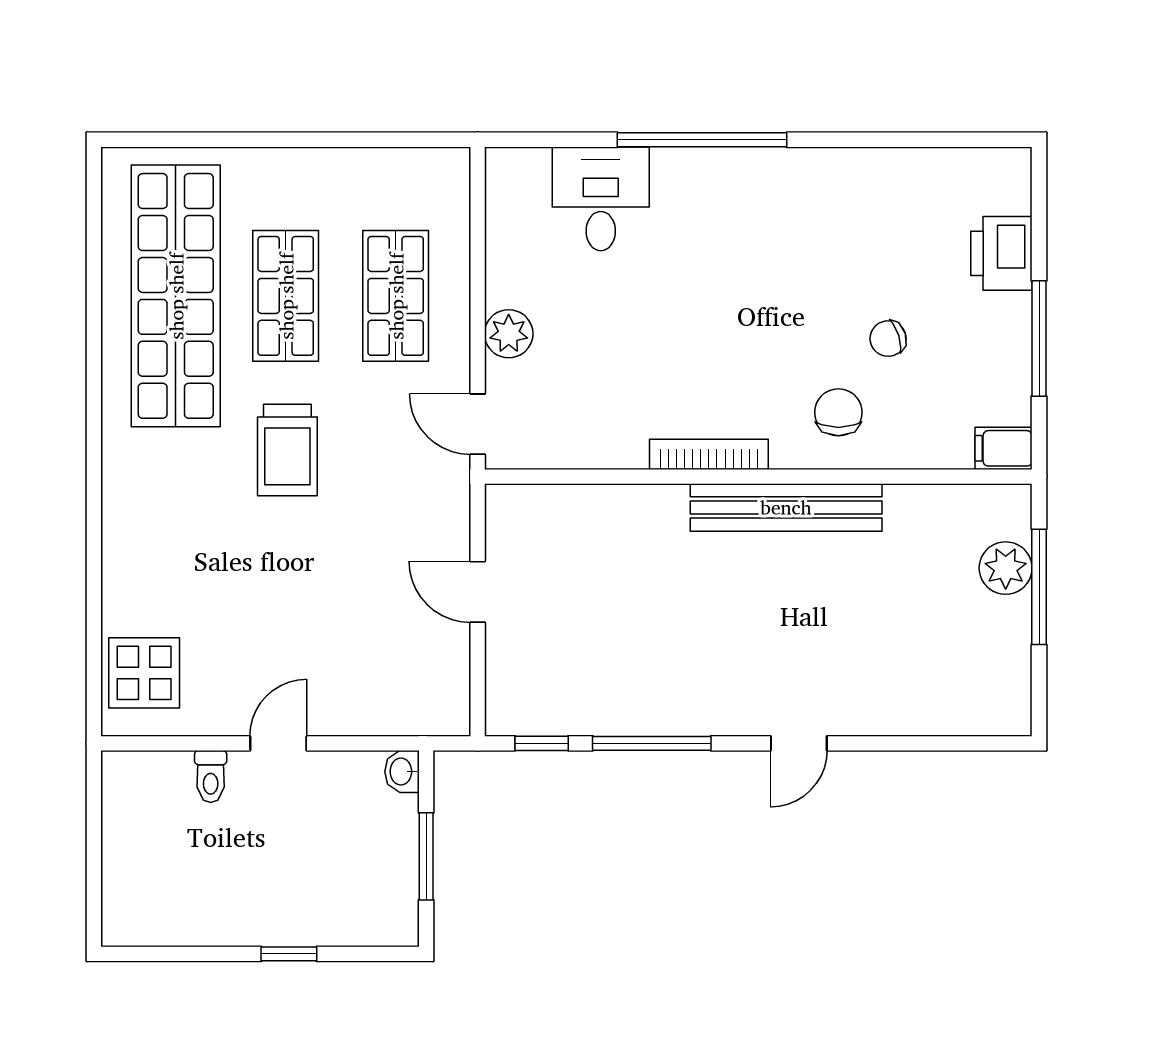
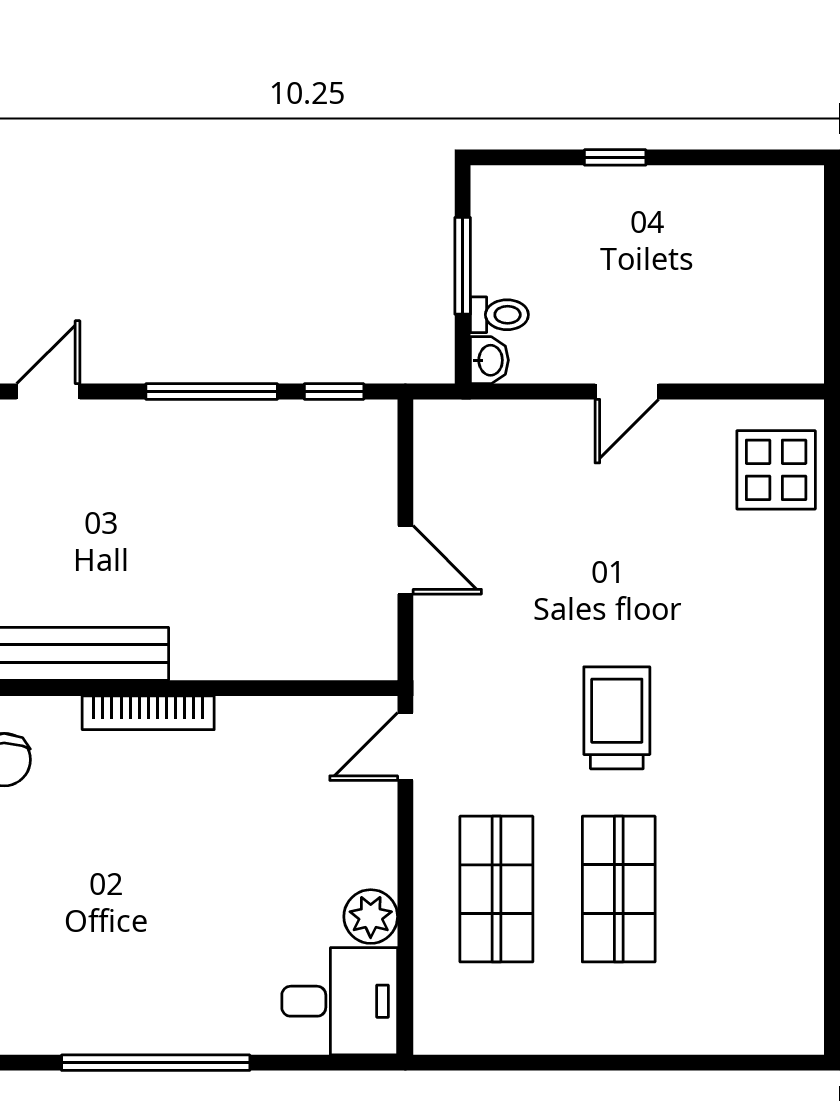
desk: (601, 199) -> (340, 1001), moved, turned -90
shop shelf: (176, 296) -> (741, 889), removed
plant: (509, 334) -> (371, 917), moved
door: (478, 424) -> (405, 747), swing flipped
toilet: (211, 776) -> (499, 315), moved, turned 90

